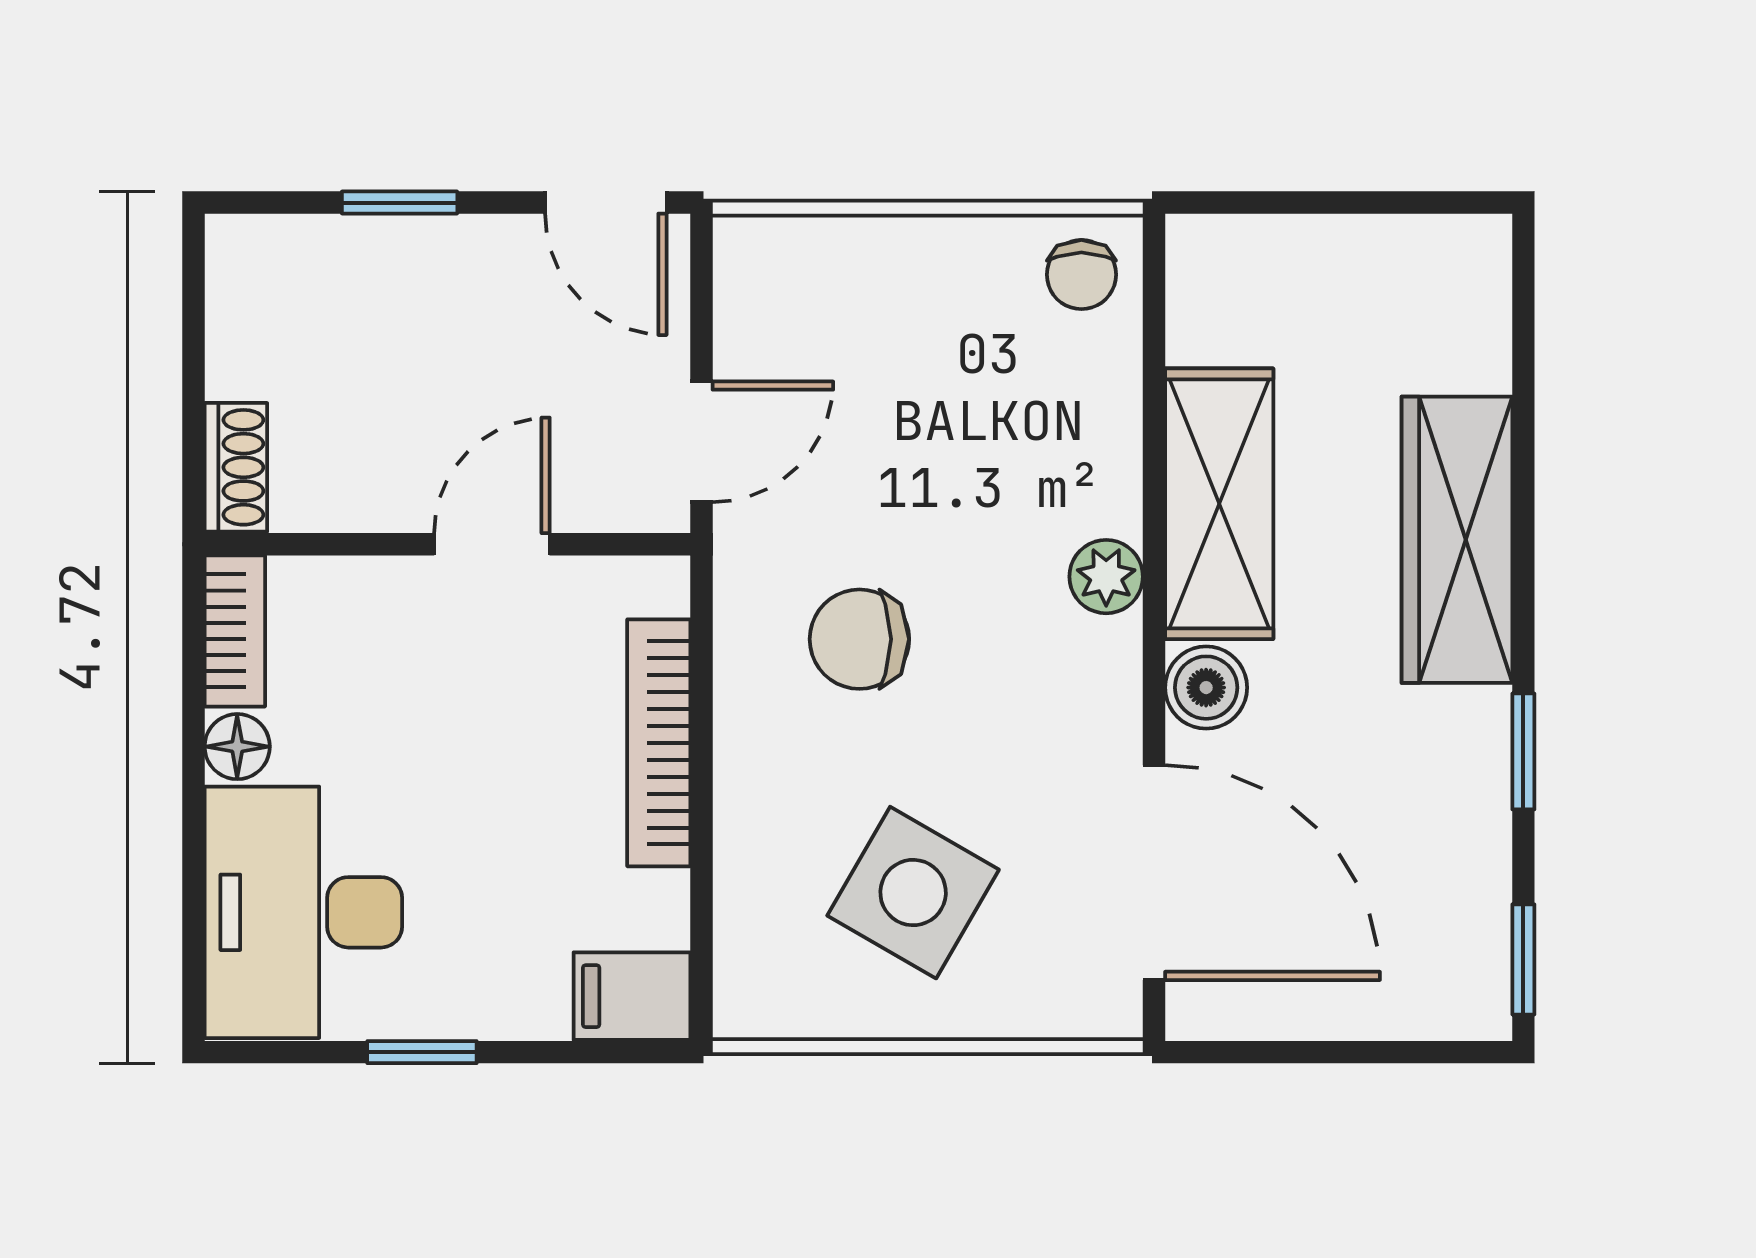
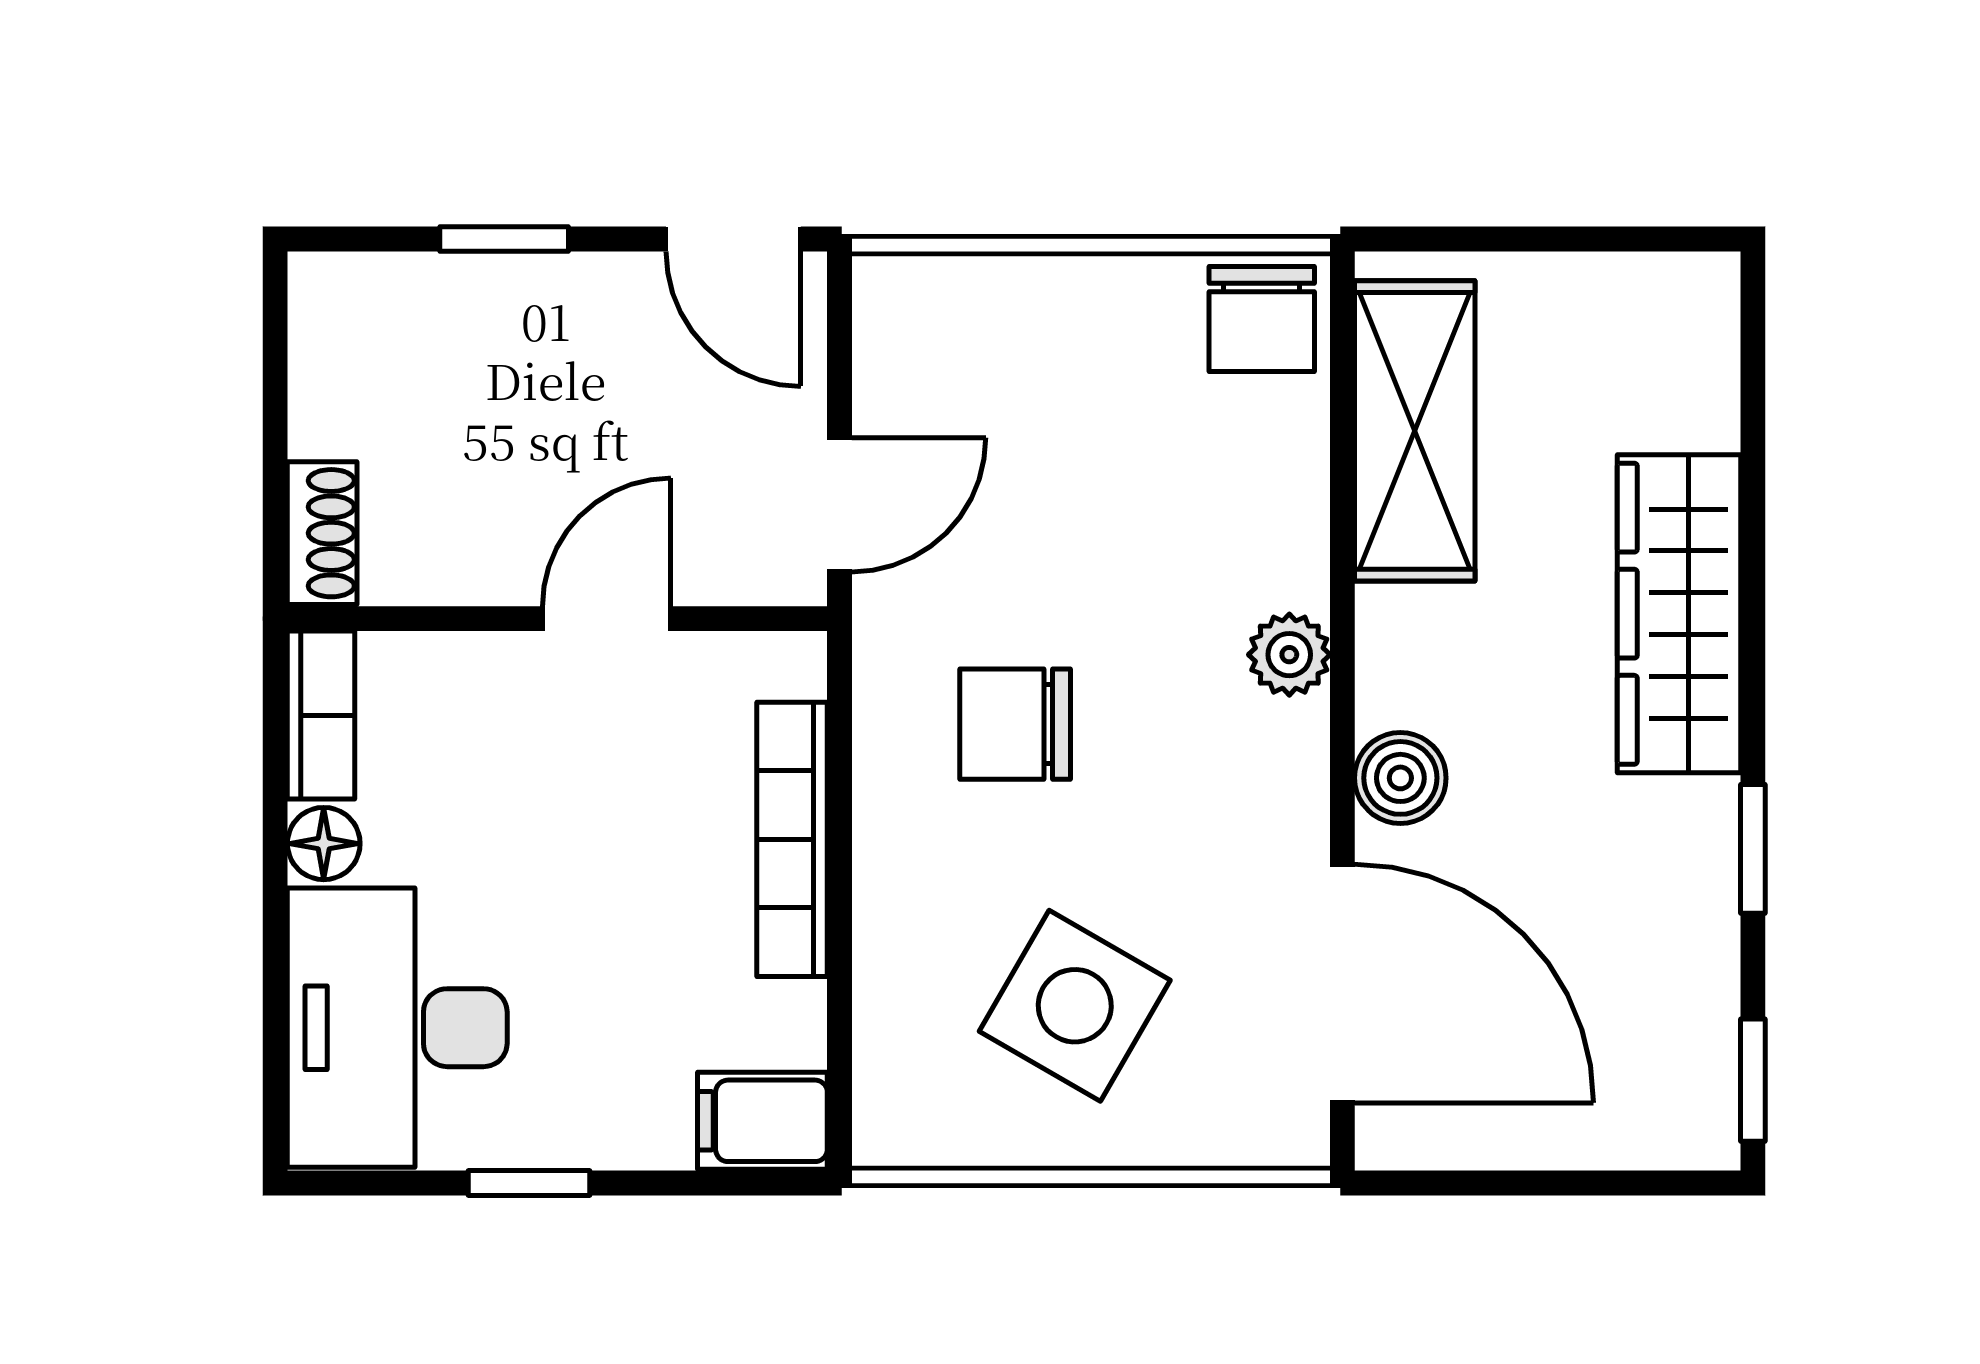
chair: (1081, 275) -> (1262, 319), width x1.37, depth x1.37
shelving: (1219, 504) -> (1415, 431), moved

